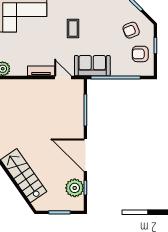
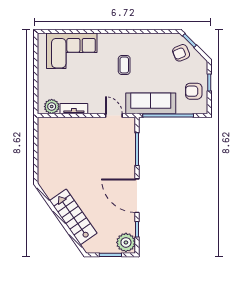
armchair: (131, 30) -> (181, 53), moved
sofa: (92, 66) -> (151, 103), width x1.36
tv unit: (41, 71) -> (74, 109), moved
plant: (75, 188) -> (126, 242), moved

